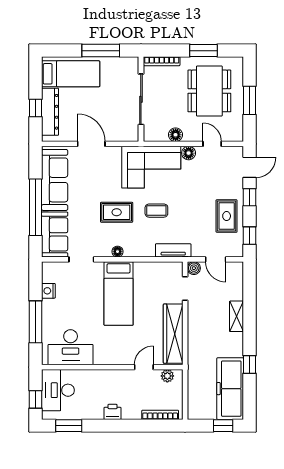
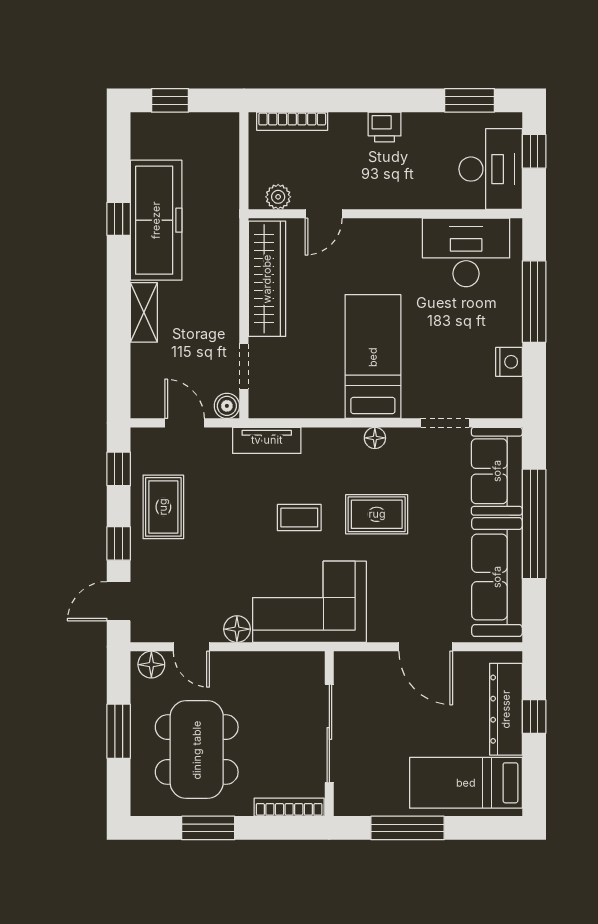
floor lamp: (176, 135) -> (151, 665), moved
freezer: (230, 389) -> (156, 220), moved

